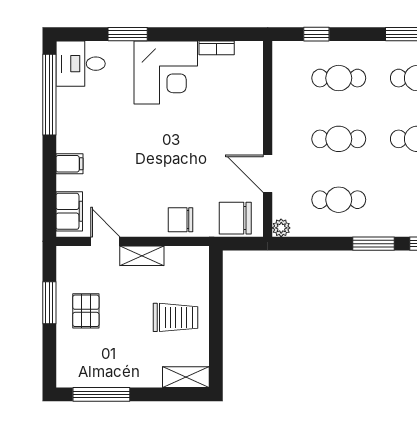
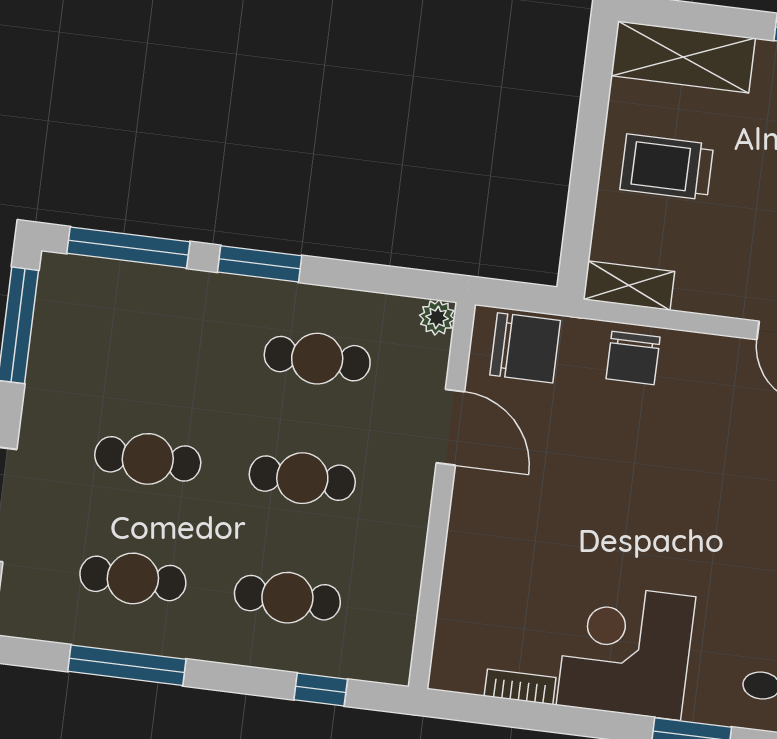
chair: (181, 220) -> (633, 358), turned 90
shelving: (142, 256) -> (629, 286), moved
shelving: (186, 377) -> (683, 57), width x1.50, depth x1.33

